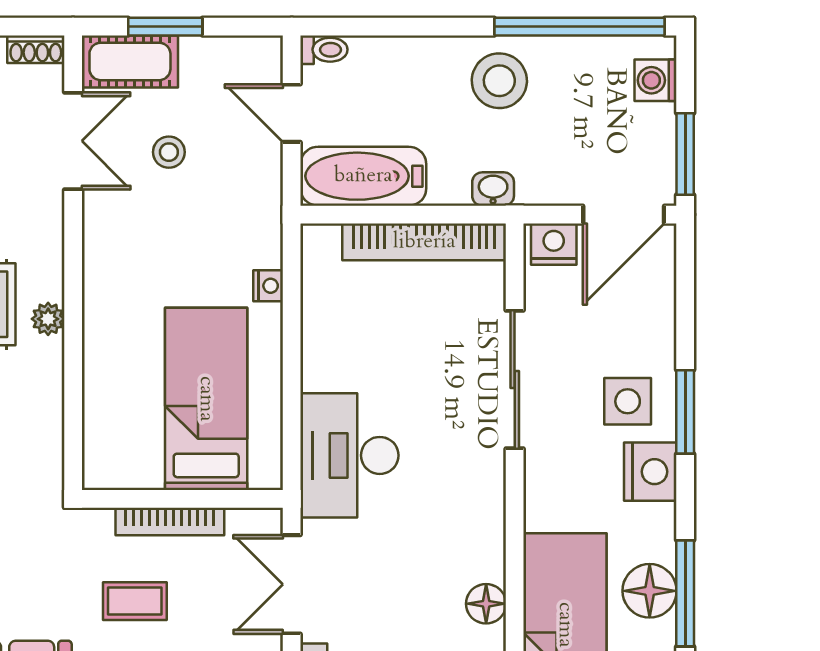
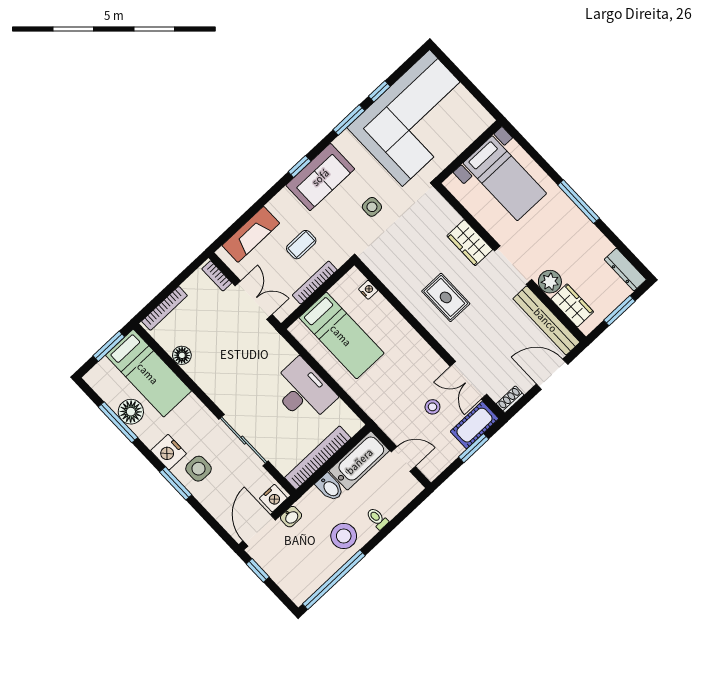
toilet: (324, 50) -> (377, 518), moved, turned 90
washing machine: (656, 80) -> (291, 586), removed
window: (685, 154) -> (258, 570), width x0.67
bidet: (449, 178) -> (330, 487), added
washbasin: (493, 189) -> (291, 517), moved
nightstand: (268, 286) -> (368, 290), moved, turned 180
plant: (48, 319) -> (420, 312), removed
desk: (349, 455) -> (303, 391), moved

